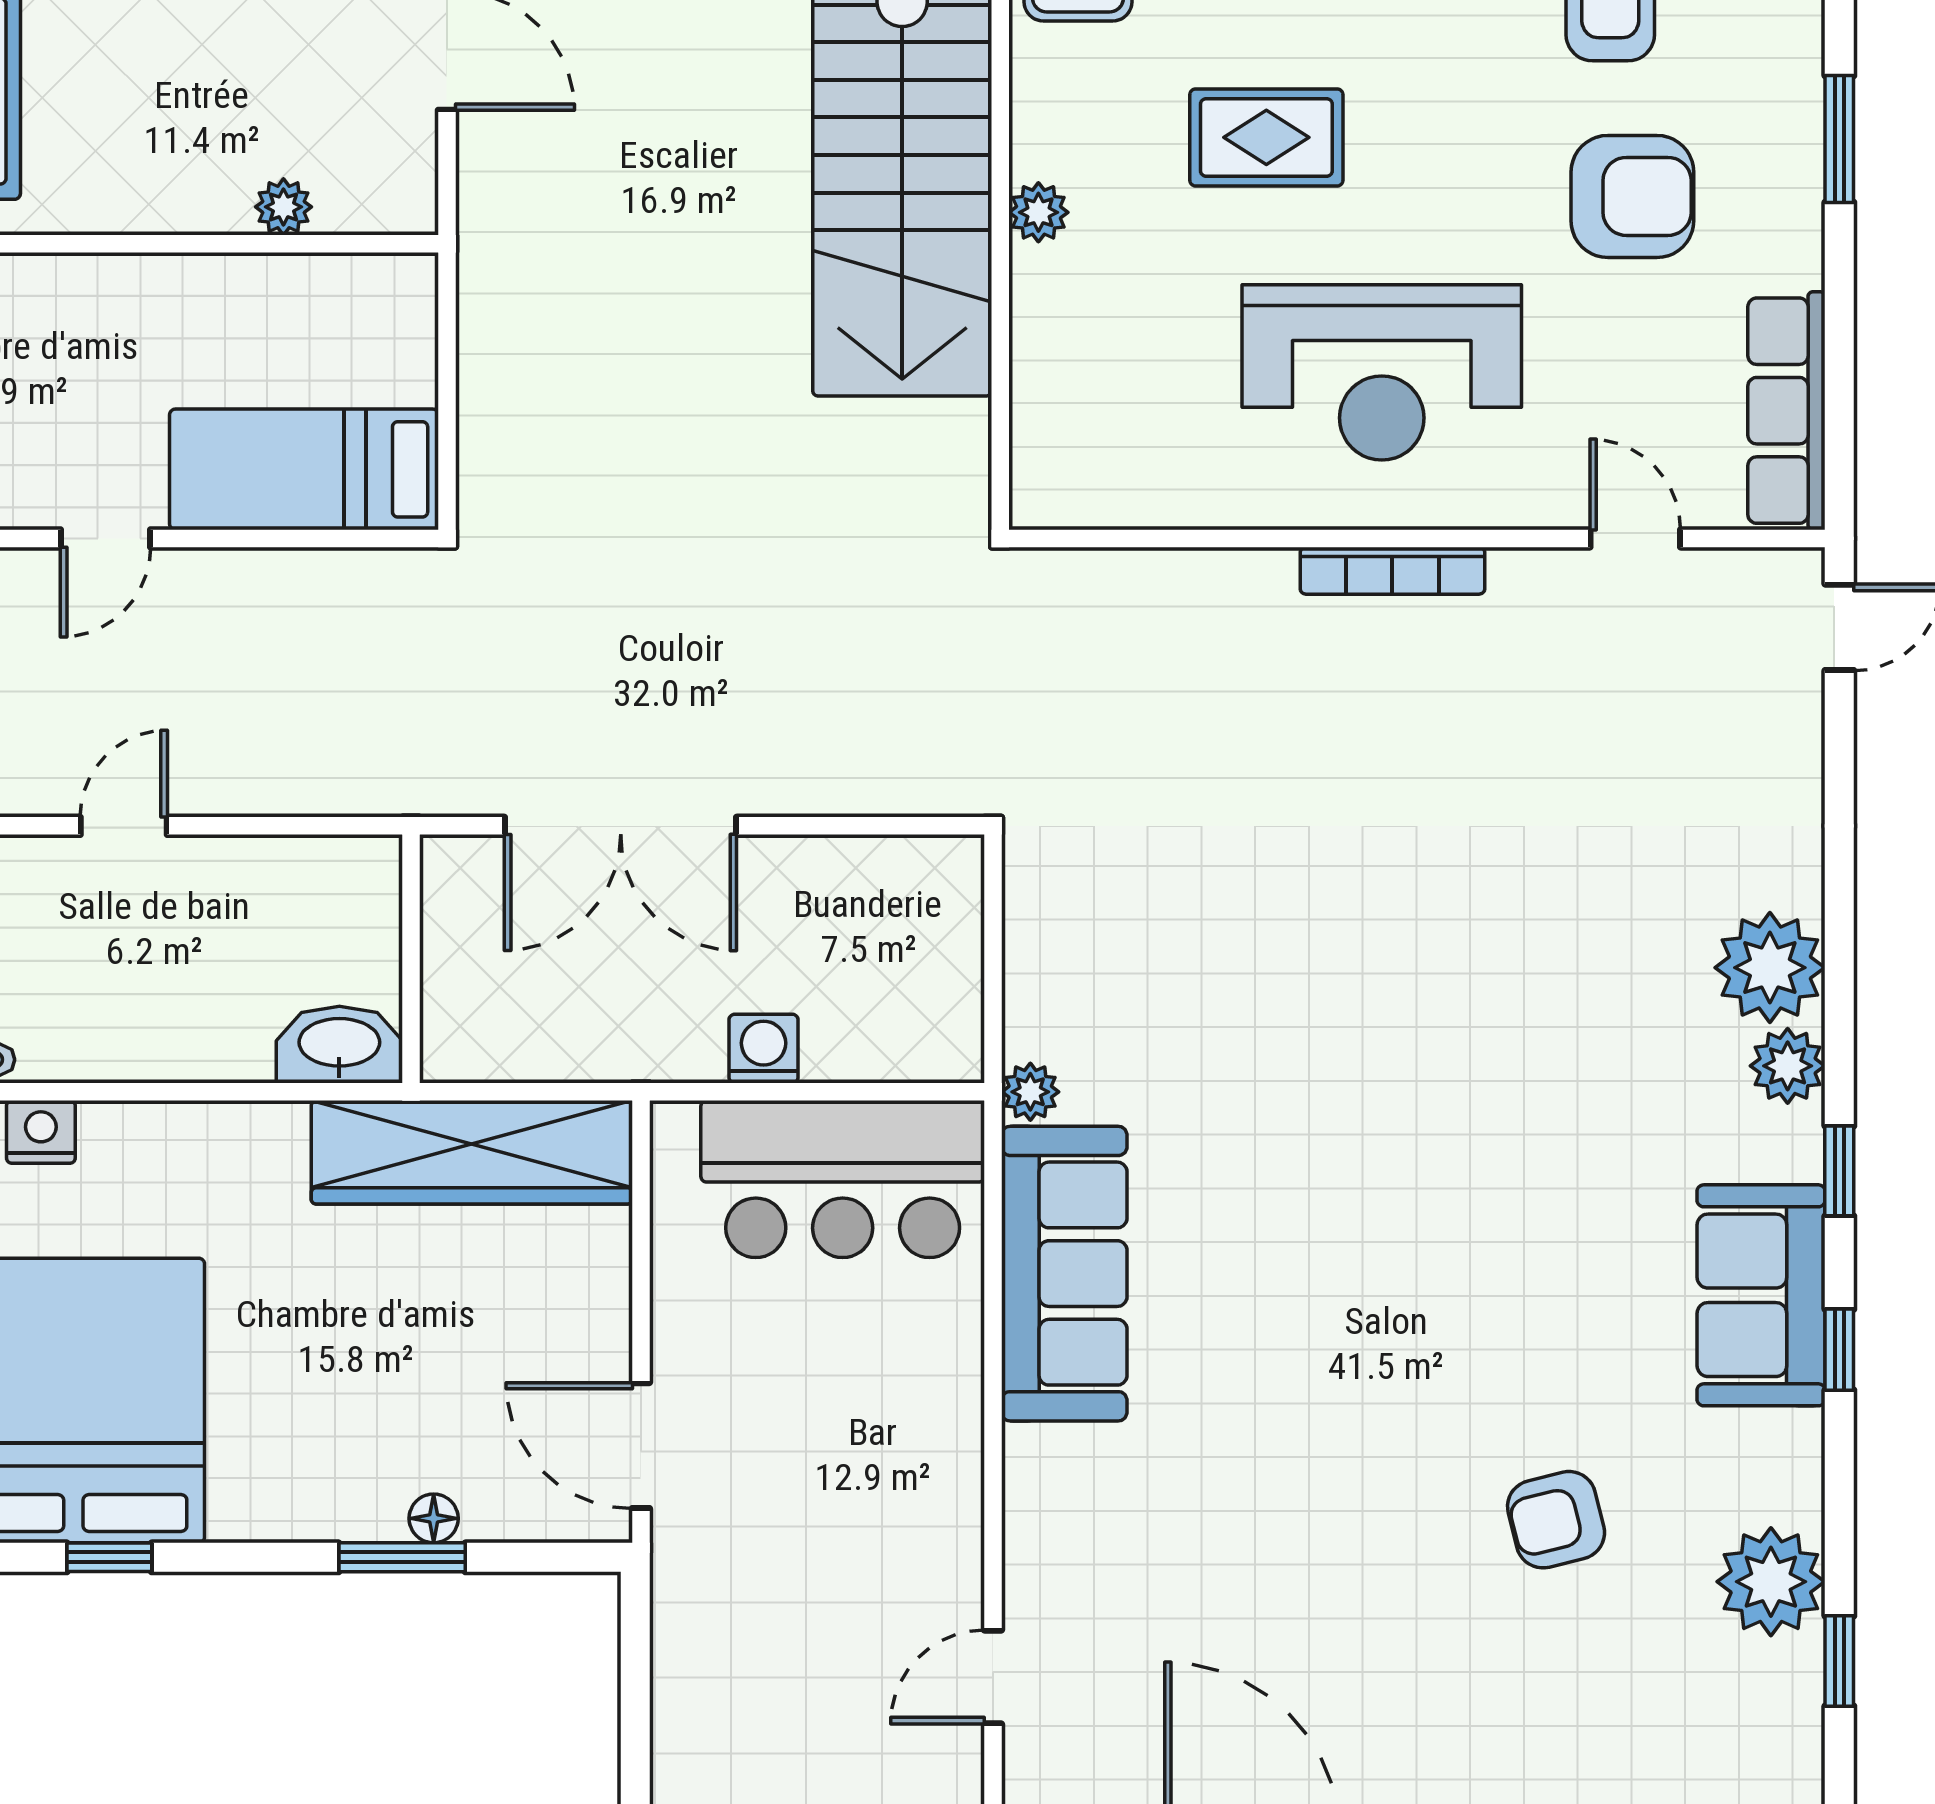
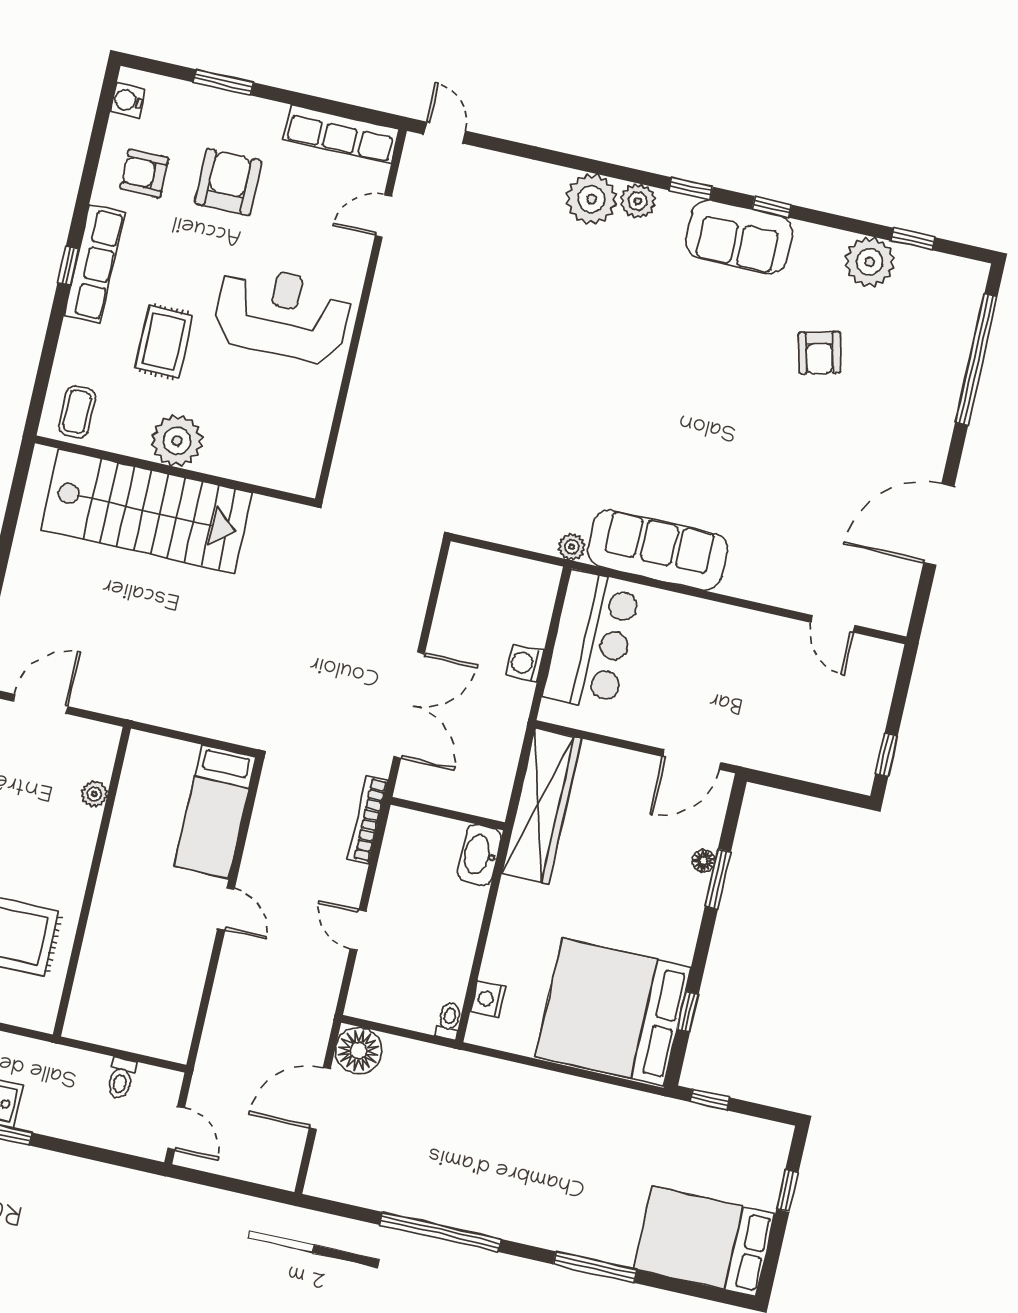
plant: (1038, 212) -> (177, 441), width x1.87, depth x1.87
reception desk: (1382, 372) -> (282, 314), turned -90
bookcase: (1392, 571) -> (368, 820), moved, turned 180

